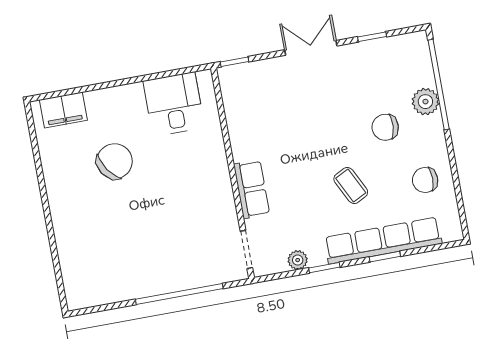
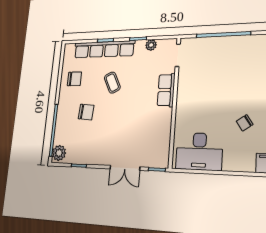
double door: (311, 48) -> (125, 168), moved
plant: (425, 102) -> (59, 153), moved
desk: (174, 104) -> (199, 151), width x1.37
chair: (115, 161) -> (245, 123), width x0.54, depth x0.54

